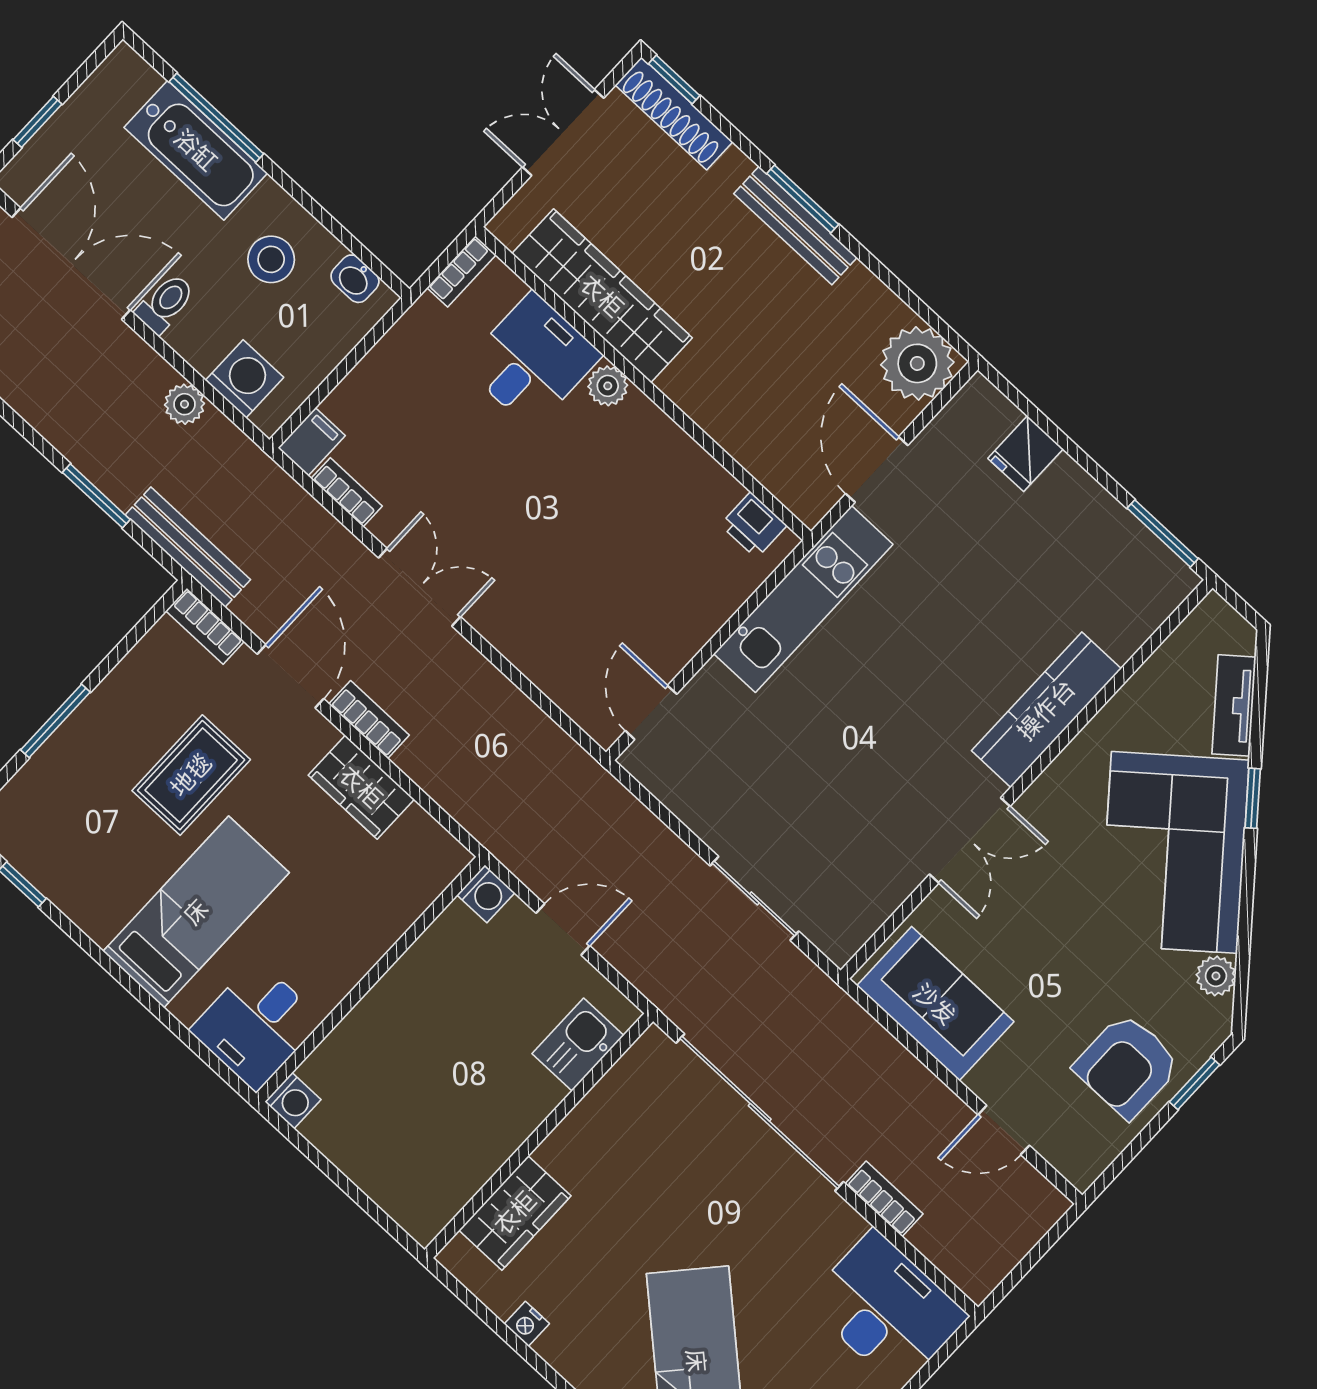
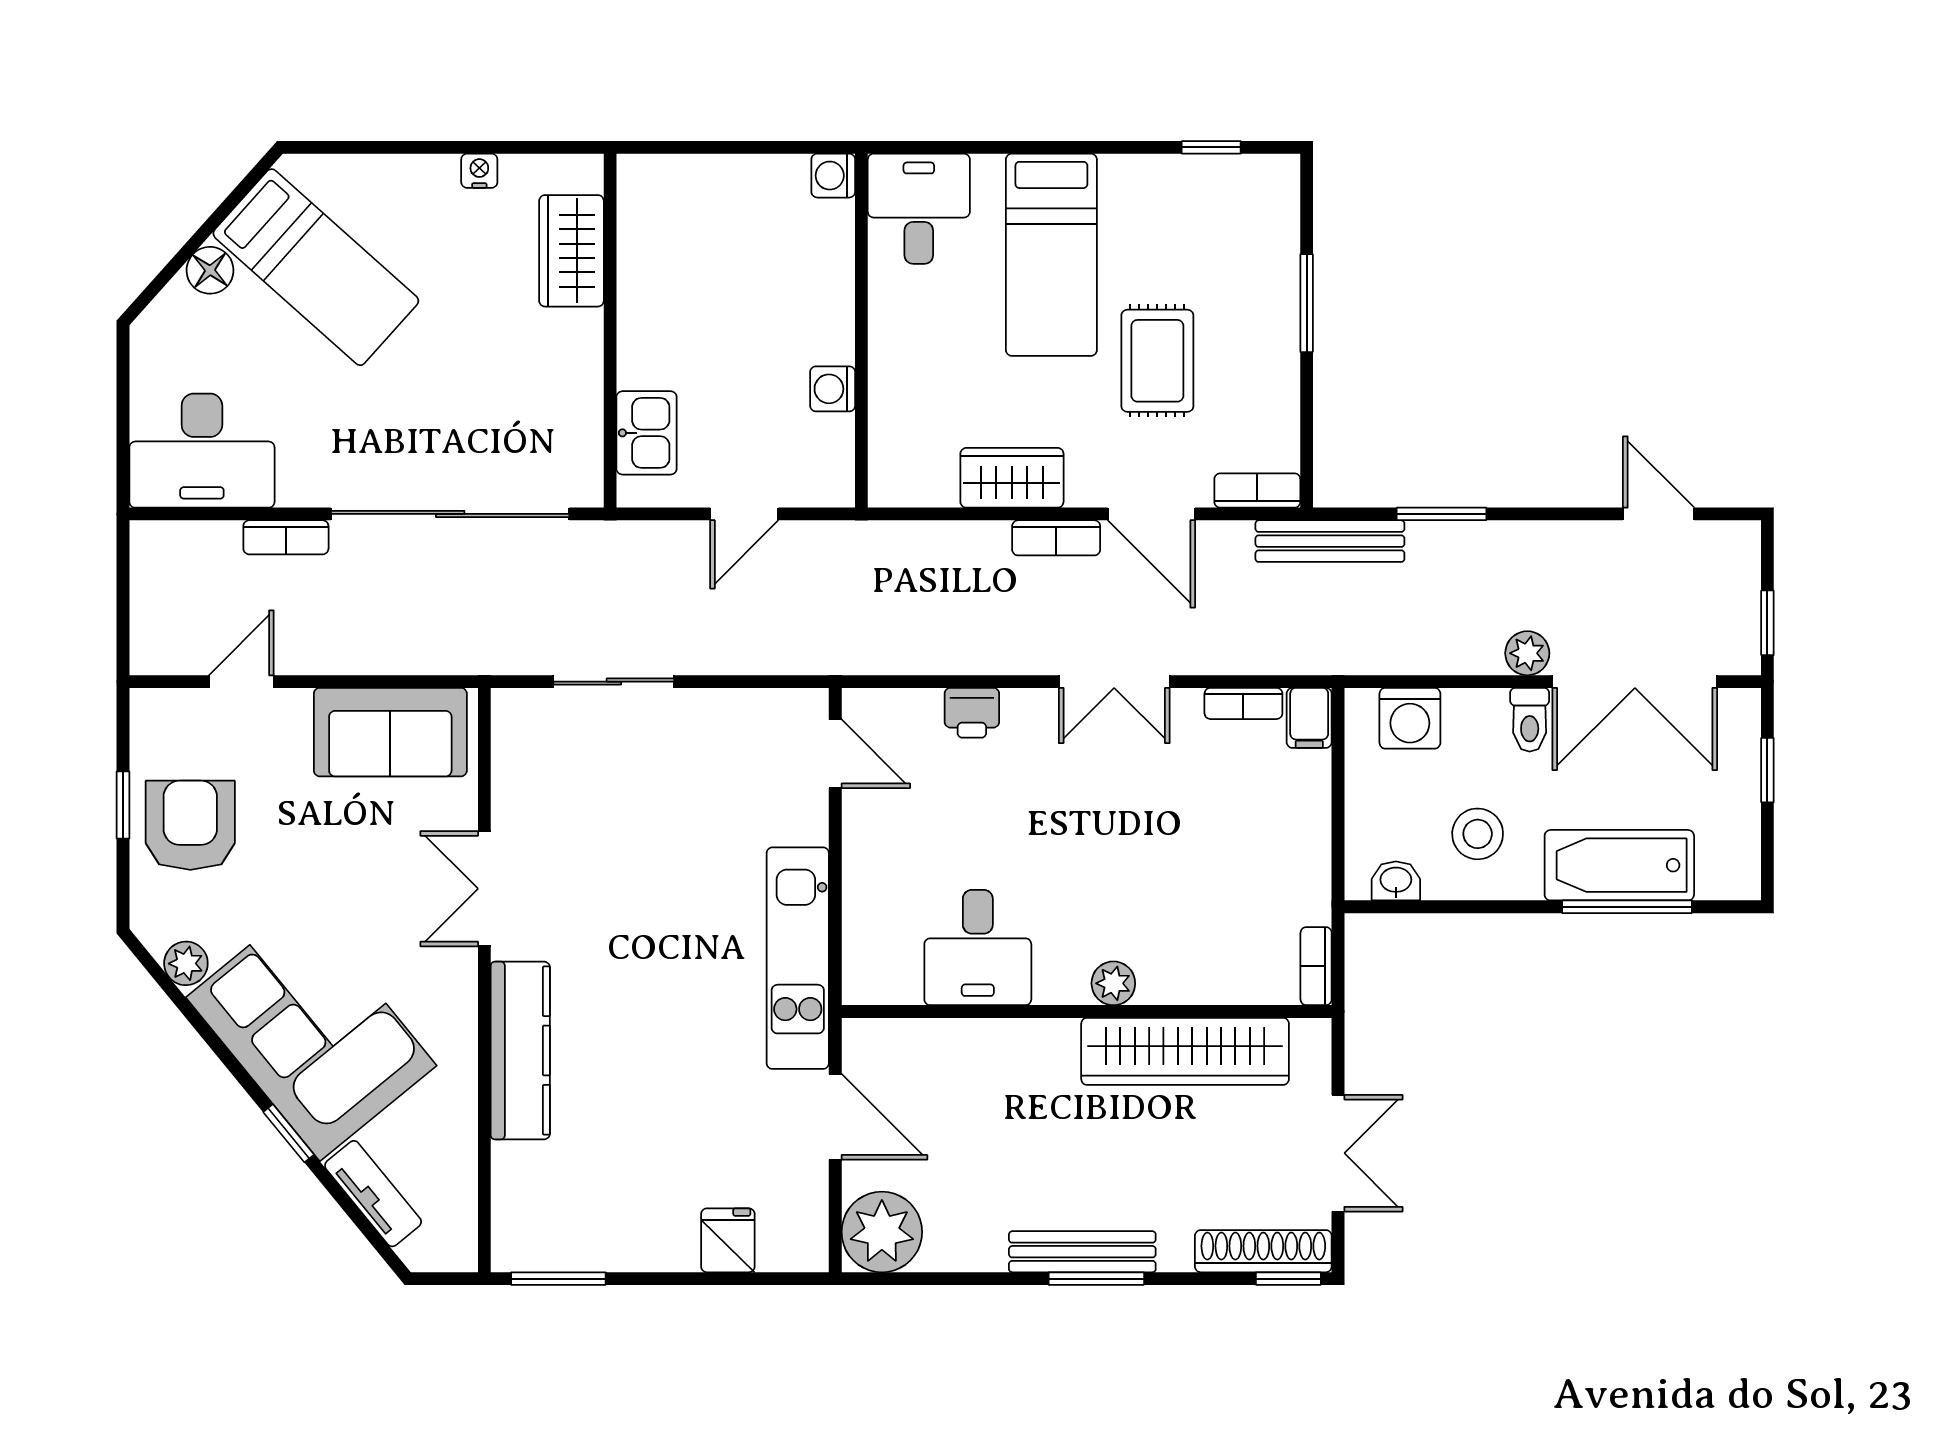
desk: (532, 360) -> (978, 948), moved
plant: (185, 404) -> (1527, 653), moved
printer: (754, 525) -> (972, 713), moved, turned 180
washing machine: (486, 894) -> (833, 389), moved
window: (1195, 1083) -> (123, 805), moved

